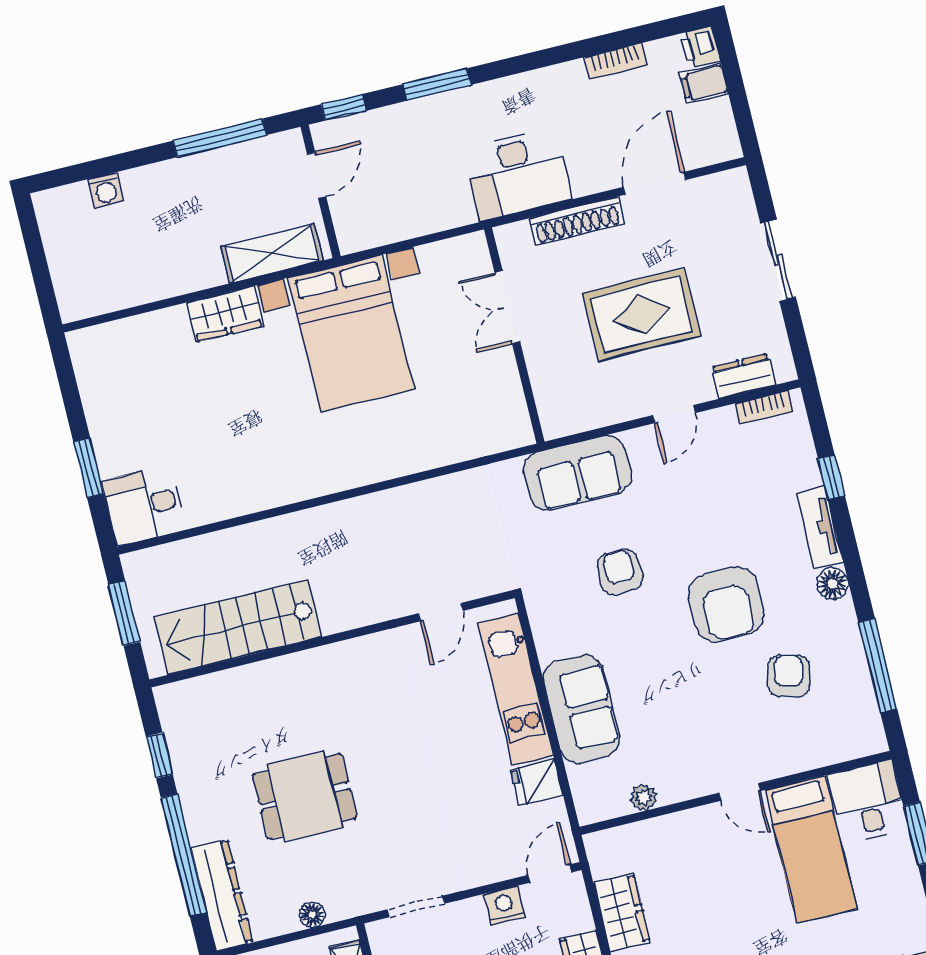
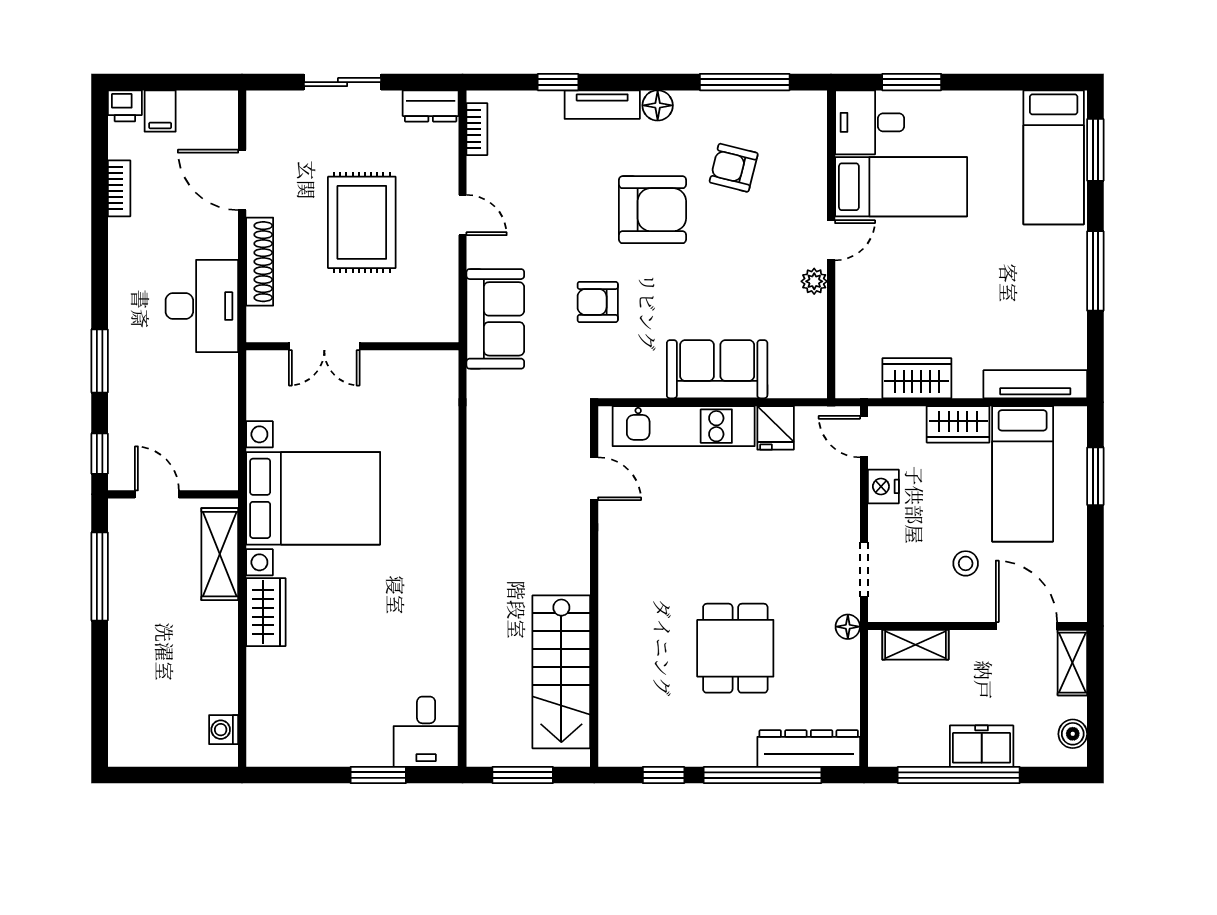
washing machine: (106, 190) -> (224, 730), moved, turned 180
dresser: (744, 376) -> (431, 106), moved, turned -90
plant: (644, 797) -> (814, 281), moved
floor lamp: (312, 915) -> (848, 627), moved

